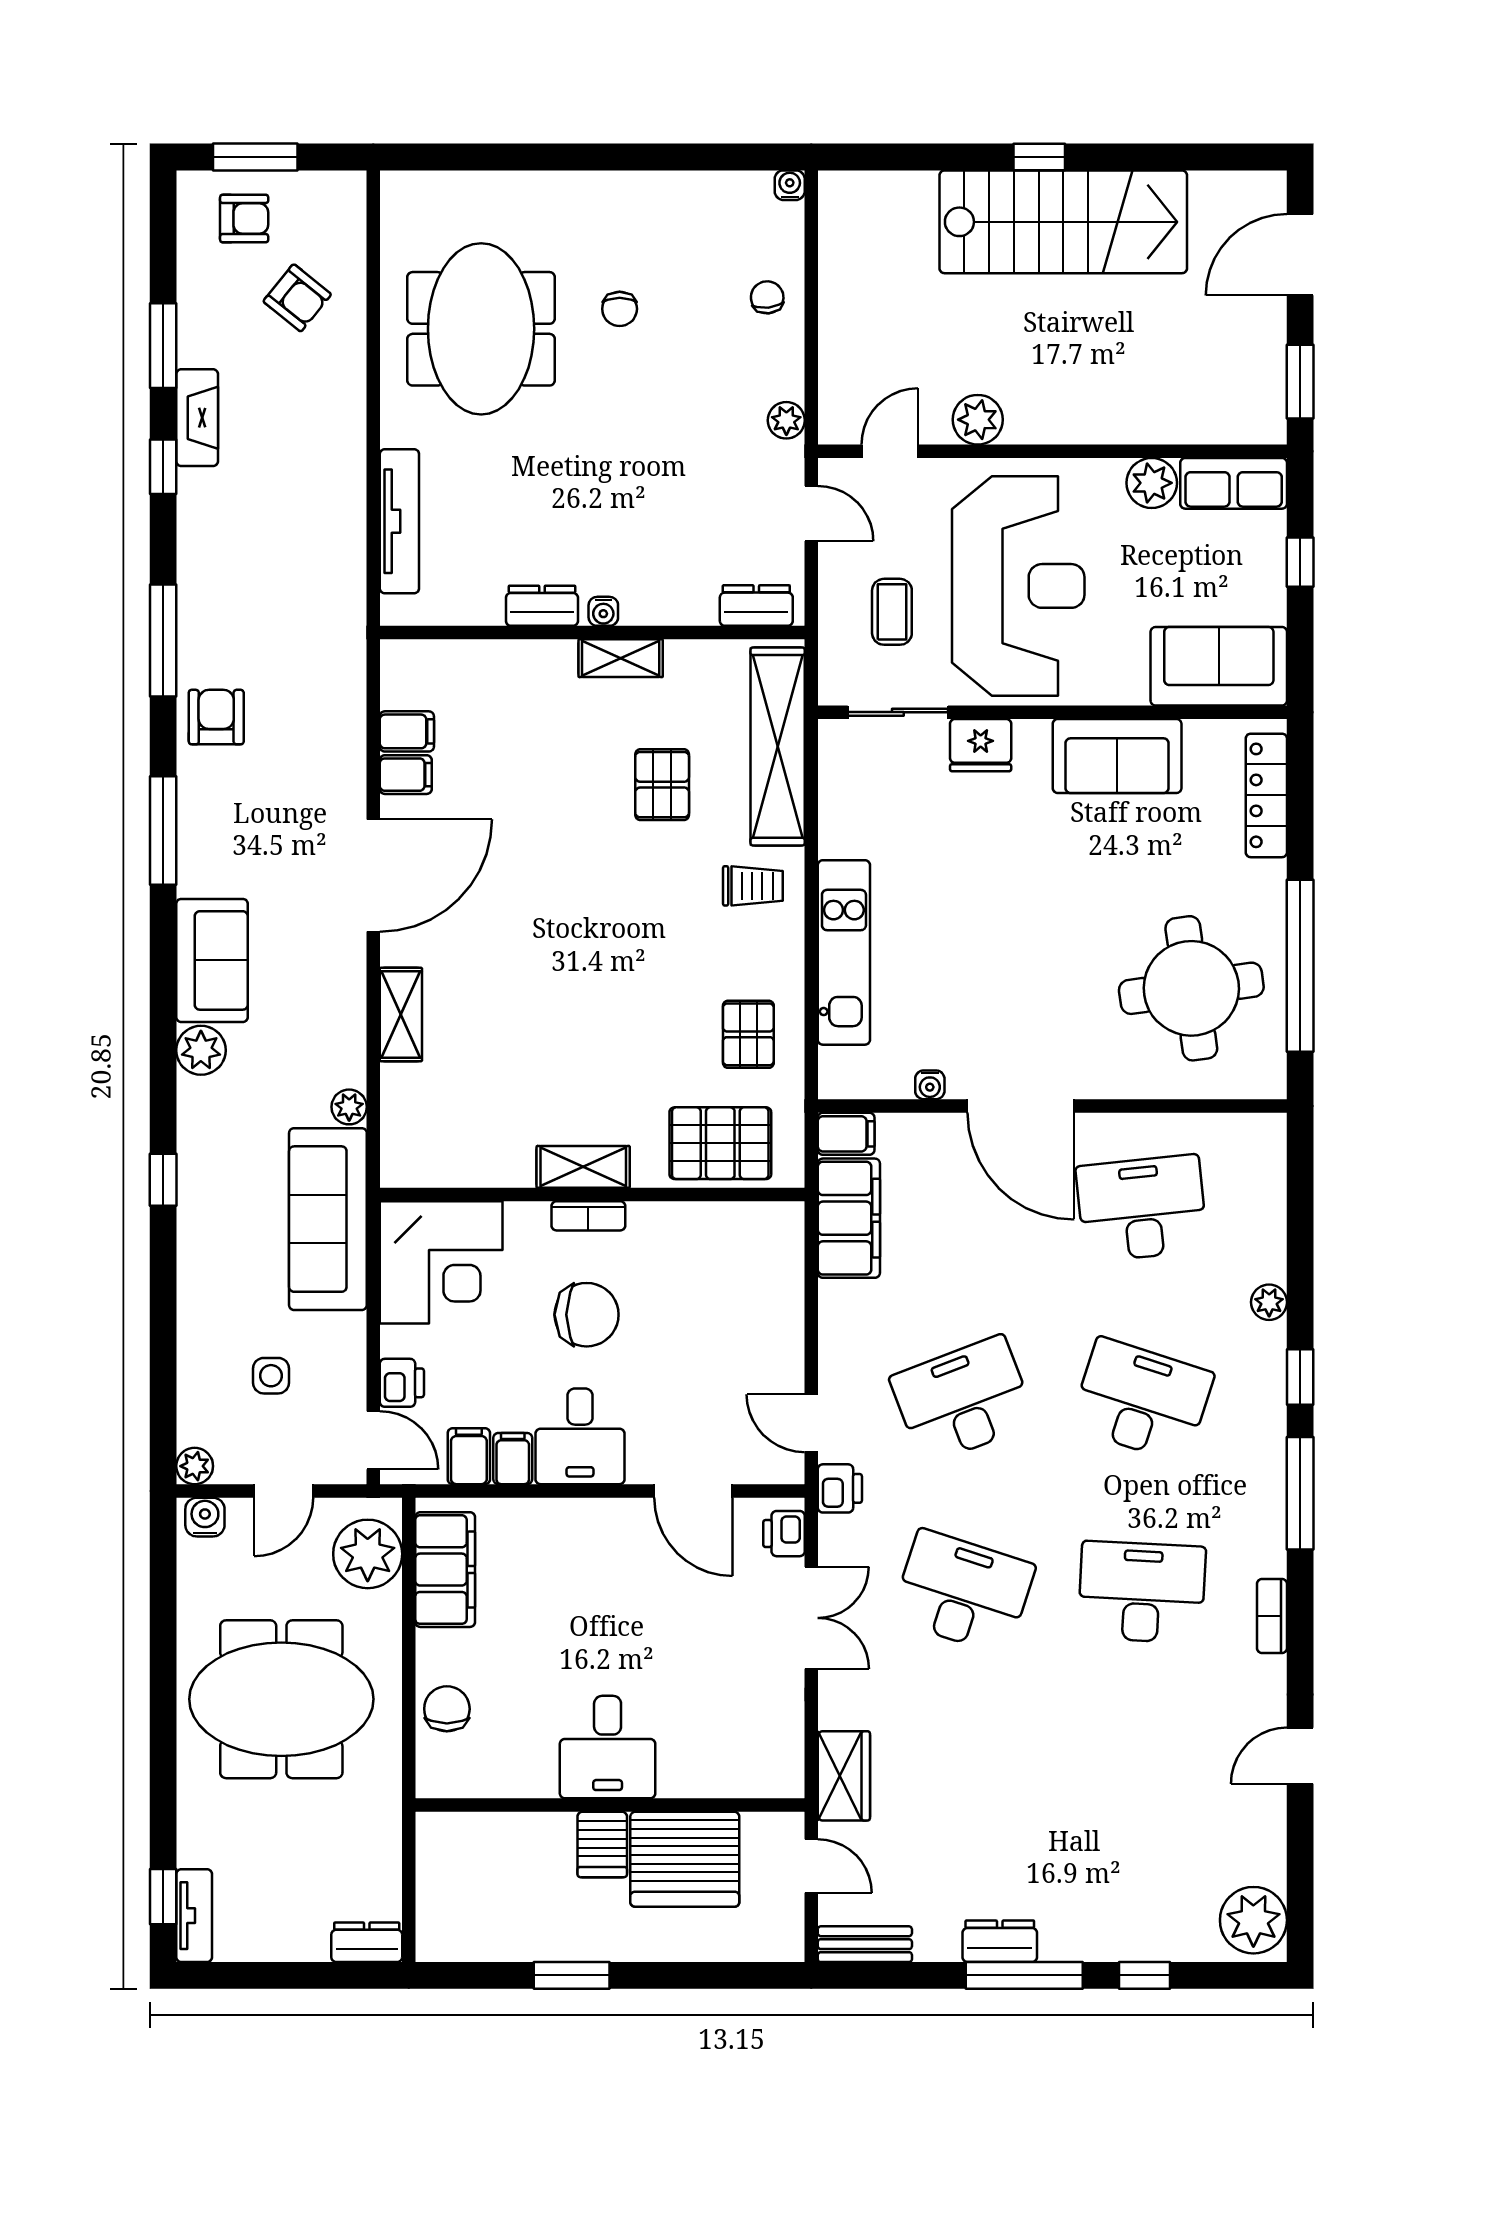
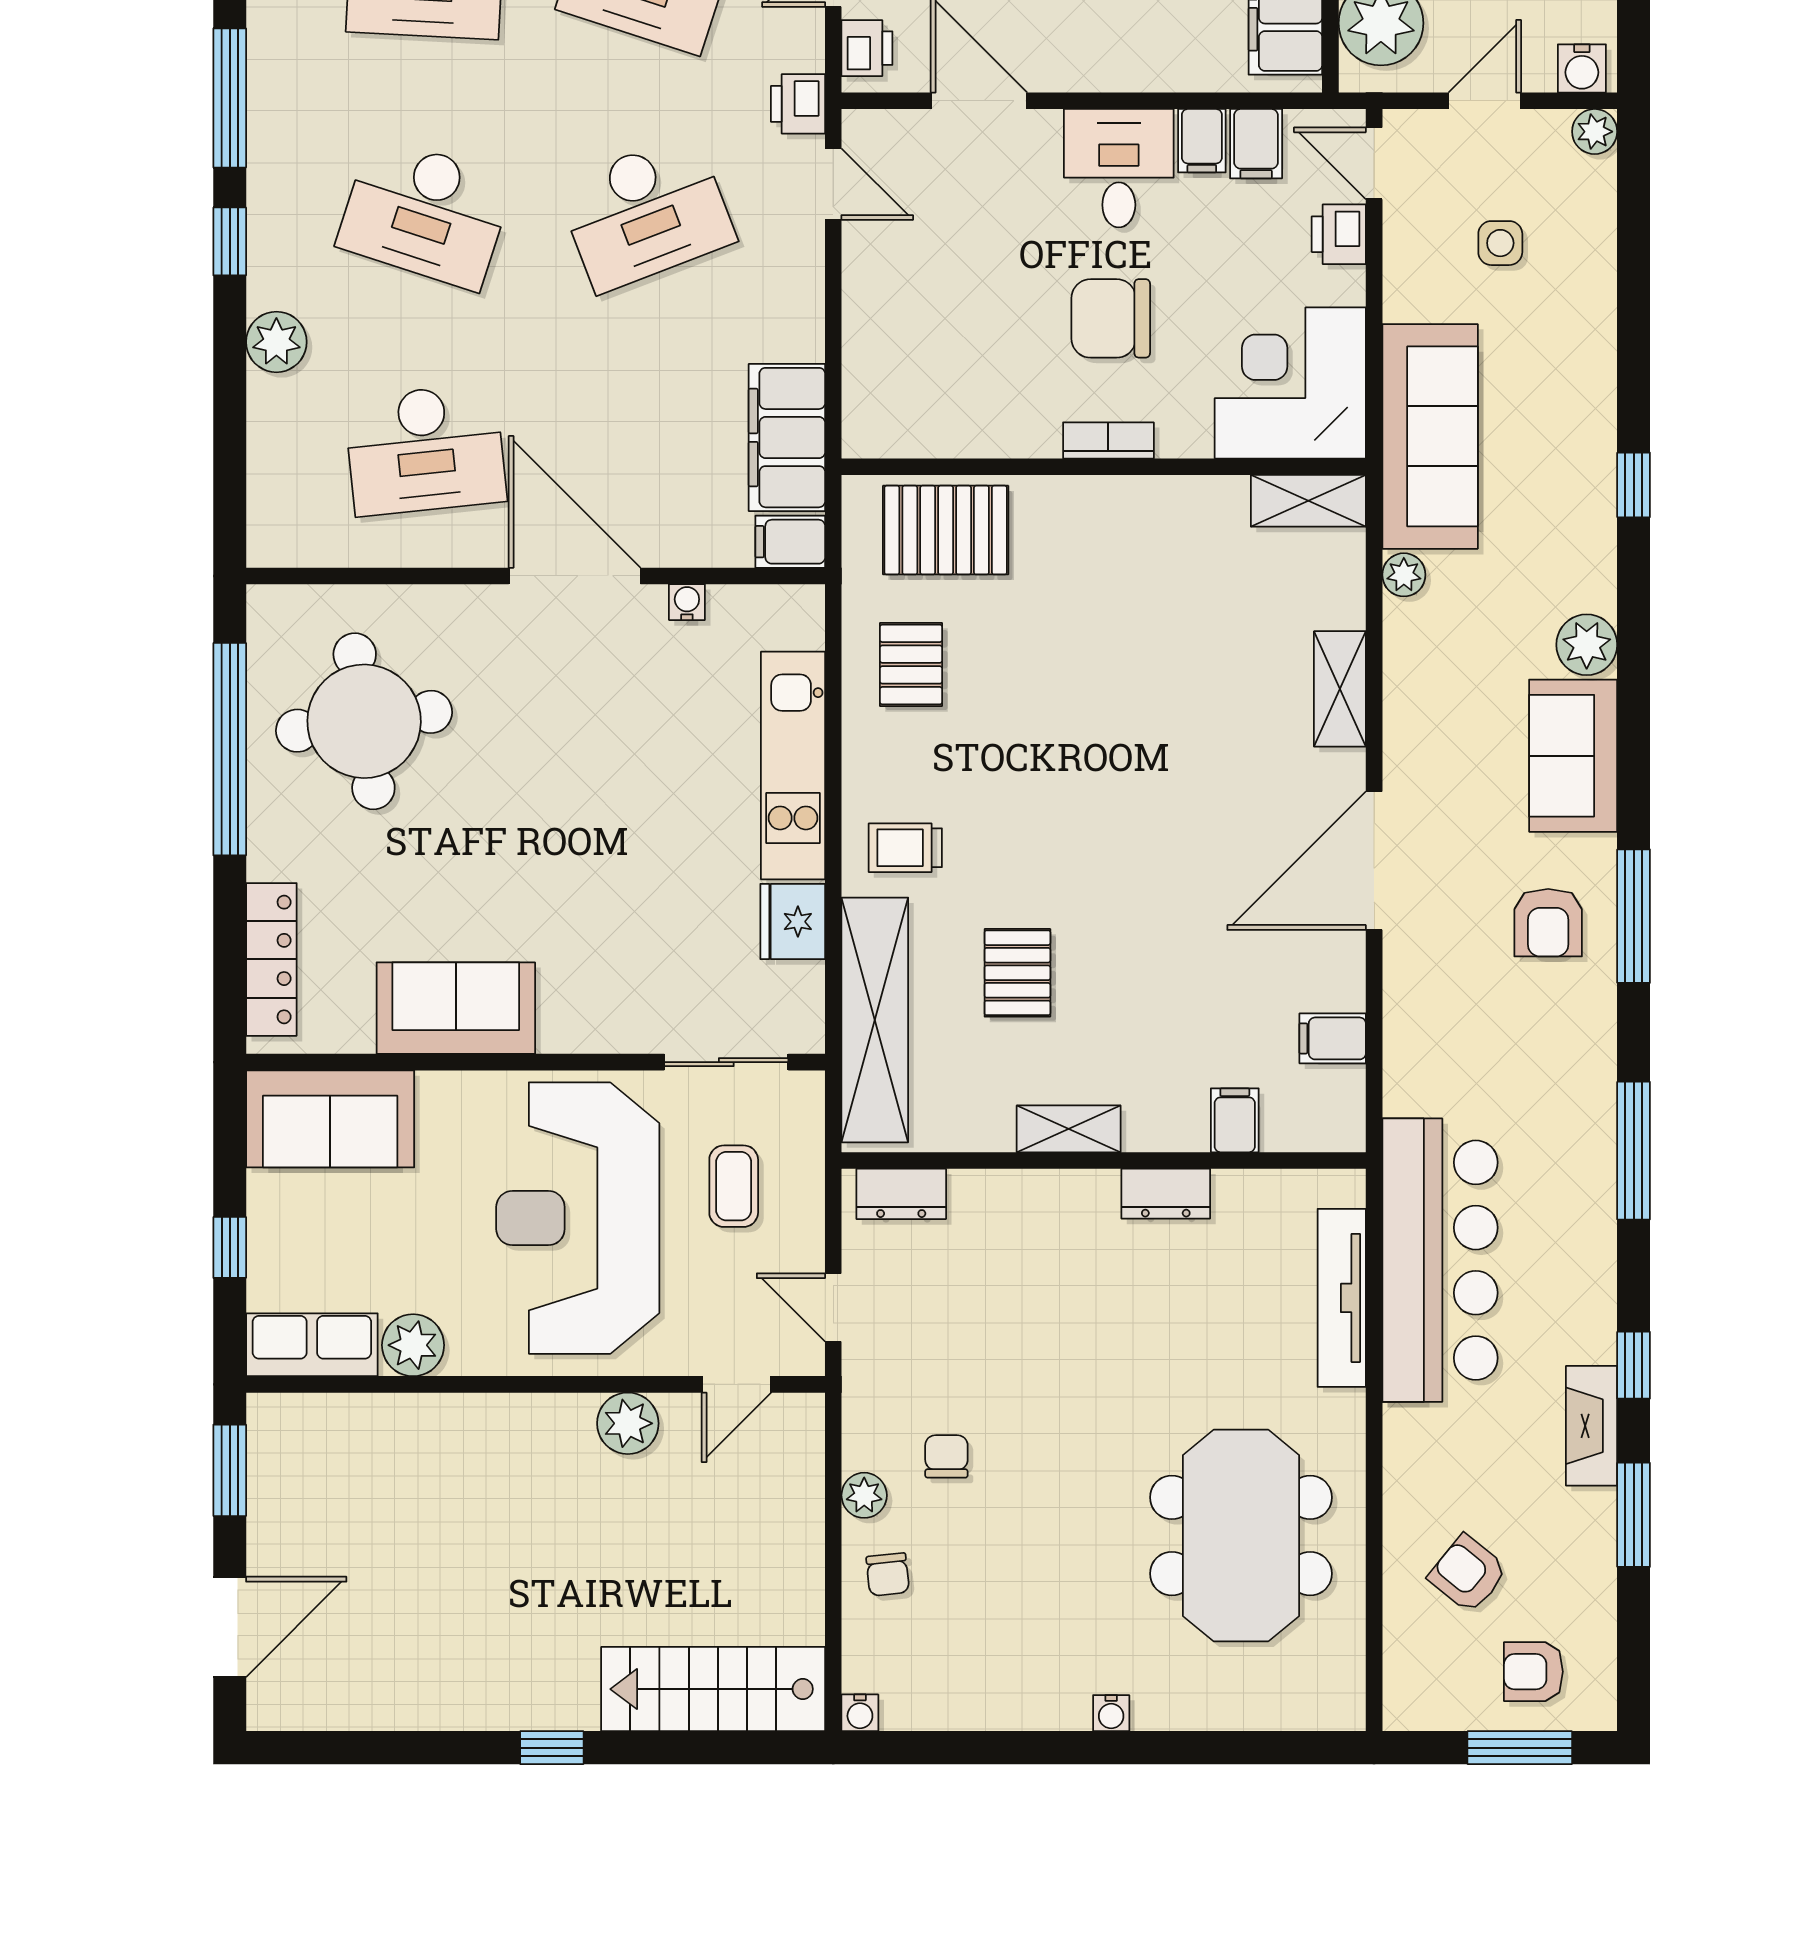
stairs: (1063, 222) -> (713, 1689), moved, width x0.73, depth x0.66
chair: (620, 309) -> (946, 1456), moved
plant: (786, 420) -> (864, 1495), moved
bar counter: (320, 552) -> (1440, 1260), added
water cooler: (603, 611) -> (1111, 1713), moved, turned 180
armchair: (216, 717) -> (1548, 923), moved
fridge: (981, 745) -> (793, 922), moved, turned -90
filing cabinet: (406, 775) -> (1235, 1120), moved, turned 90
shelving: (583, 1167) -> (1308, 501), moved
plant: (1269, 1302) -> (276, 342), width x1.38, depth x1.38

